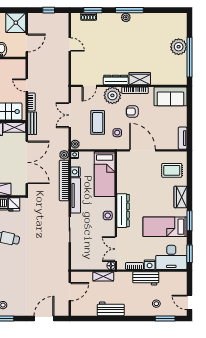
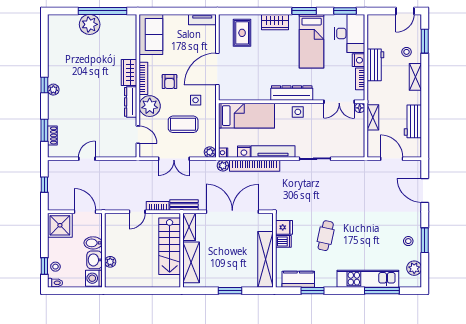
window: (129, 10) -> (44, 85), width x0.46
workbench: (111, 309) -> (413, 121), moved
shelving: (136, 311) -> (415, 77), added

